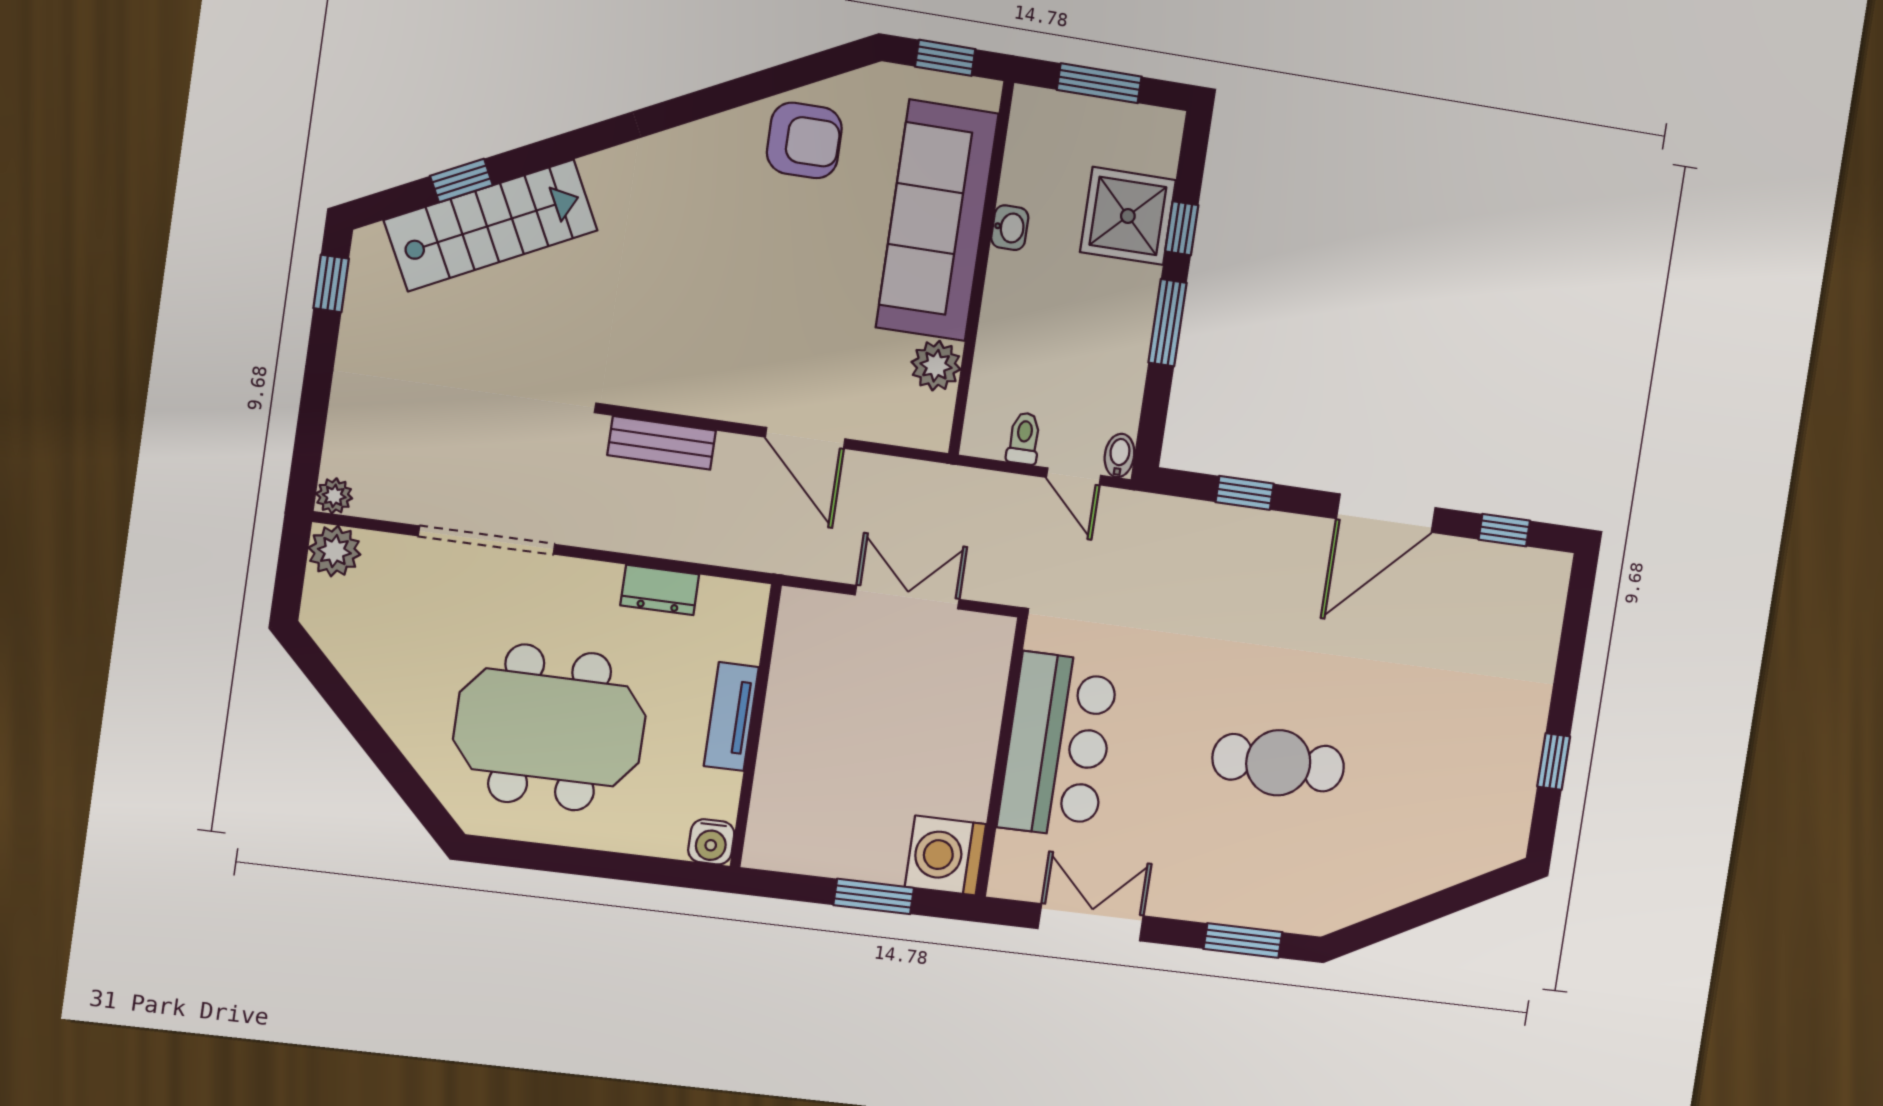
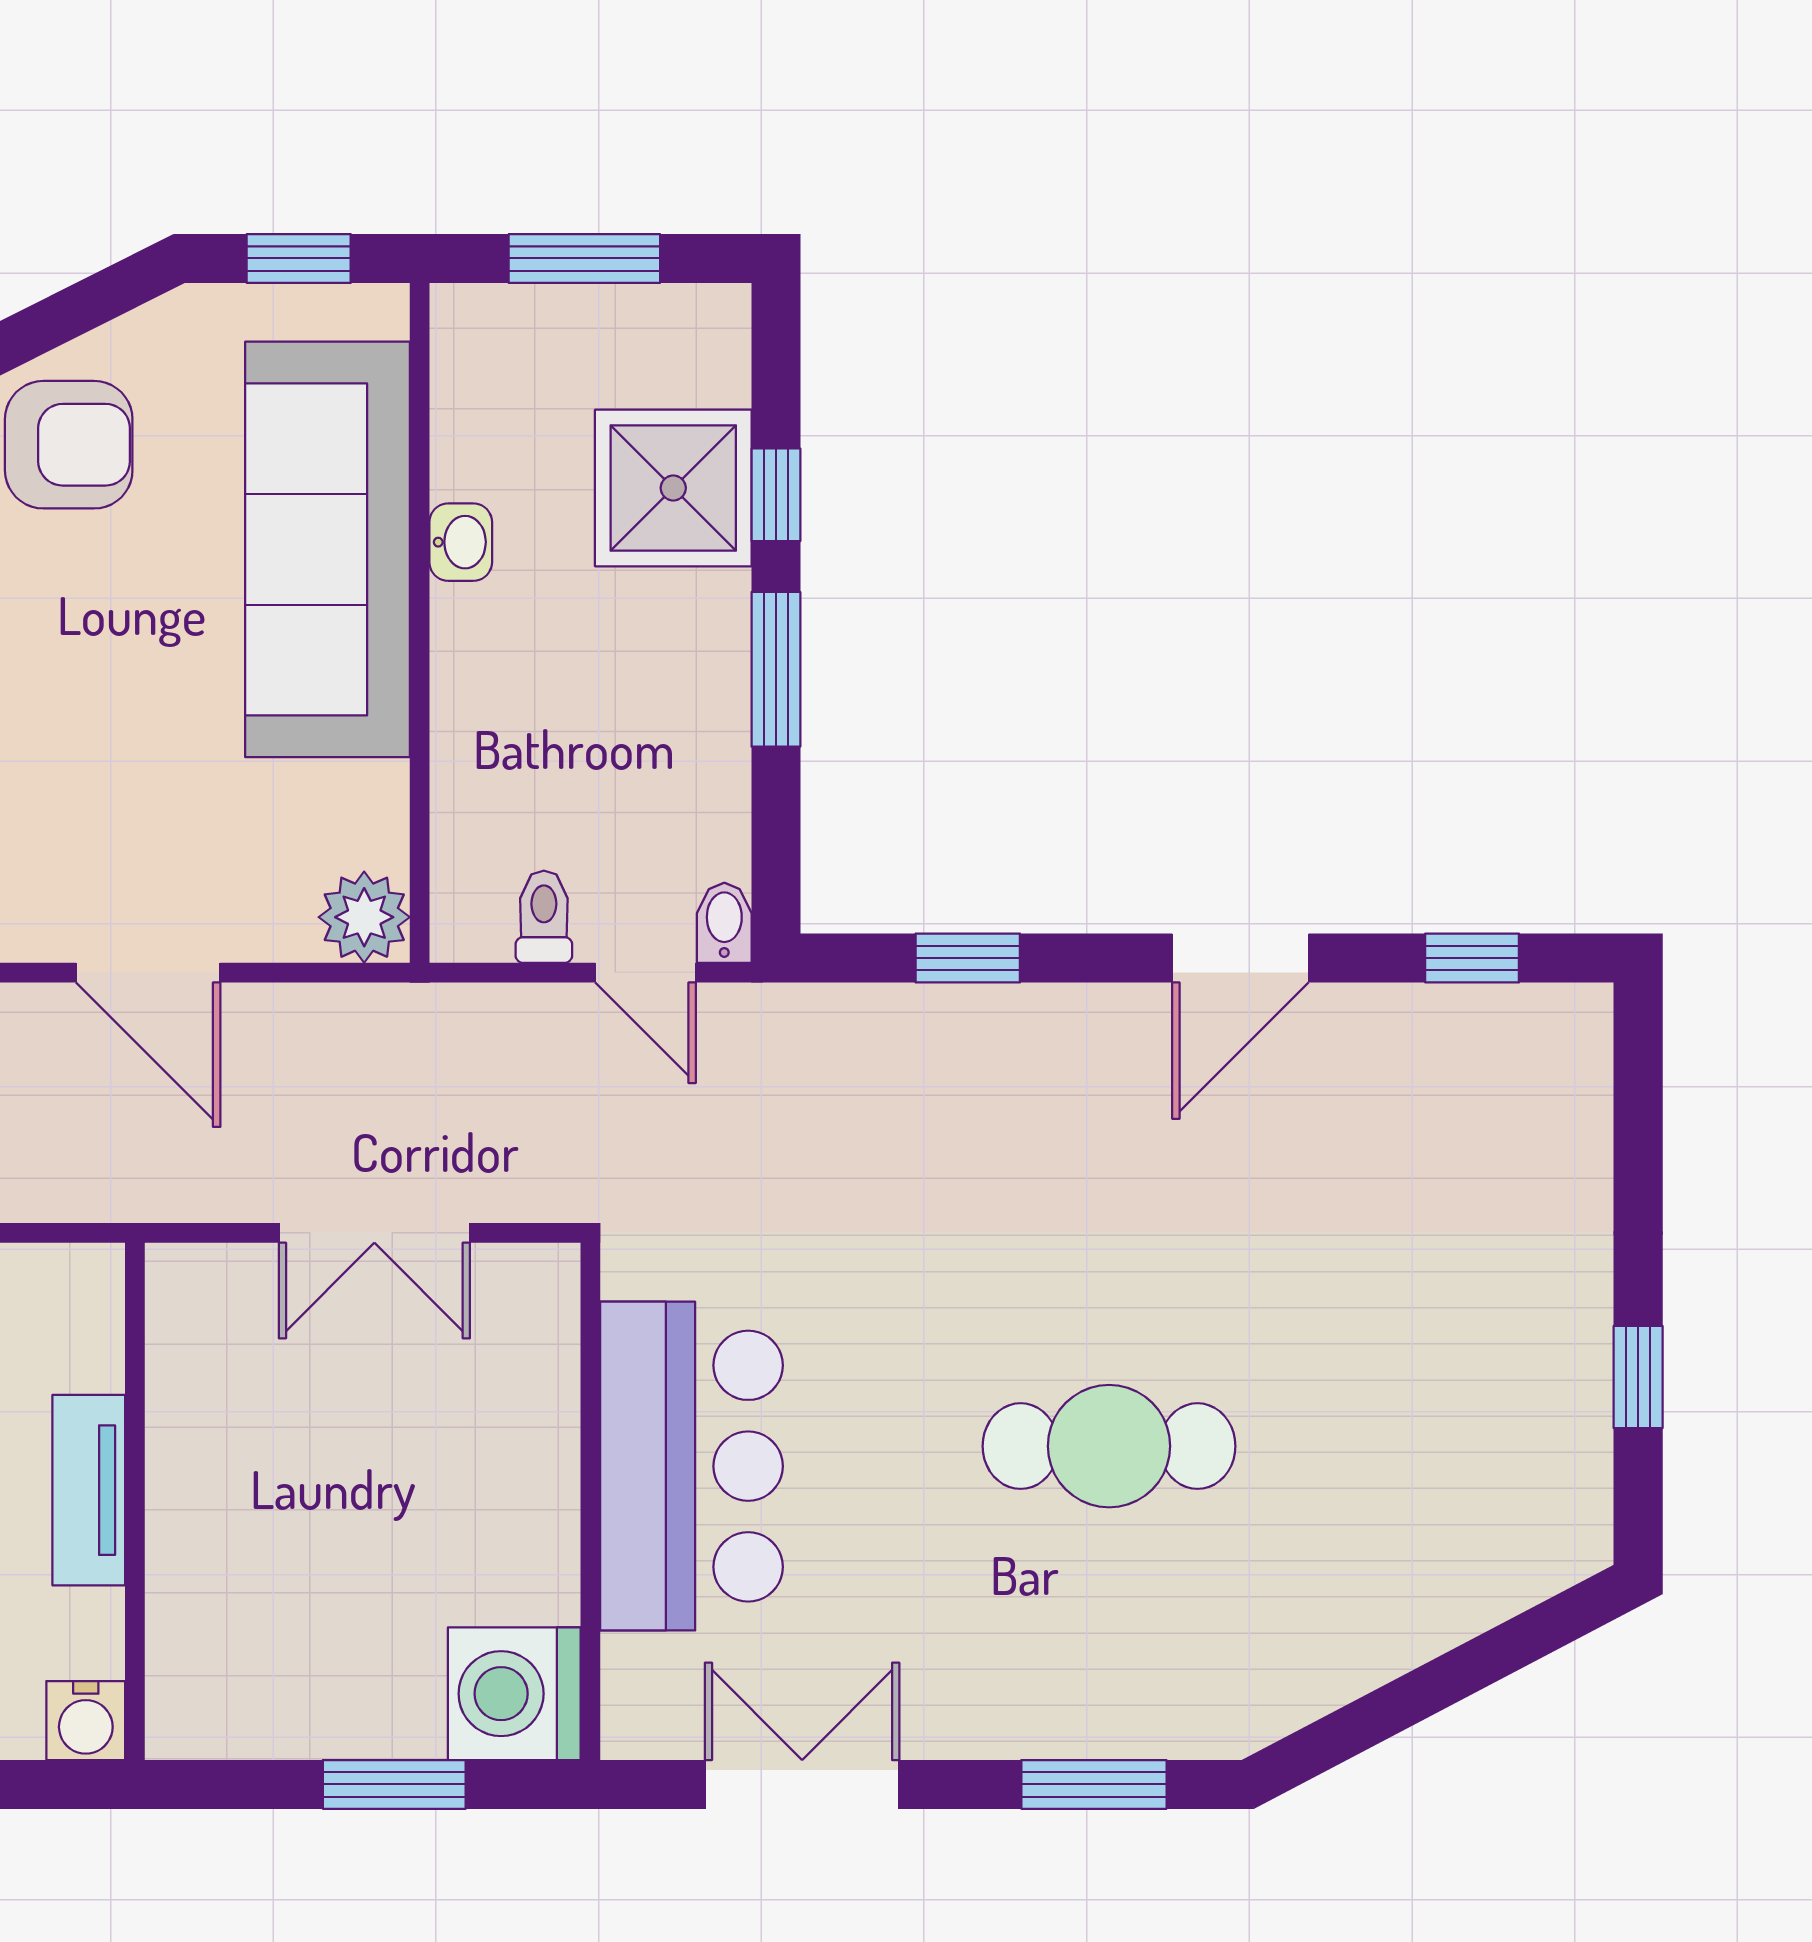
plant: (936, 366) -> (364, 917), moved
door: (1386, 513) -> (1240, 958), width x0.73
double door: (907, 597) -> (374, 1233), swing flipped

